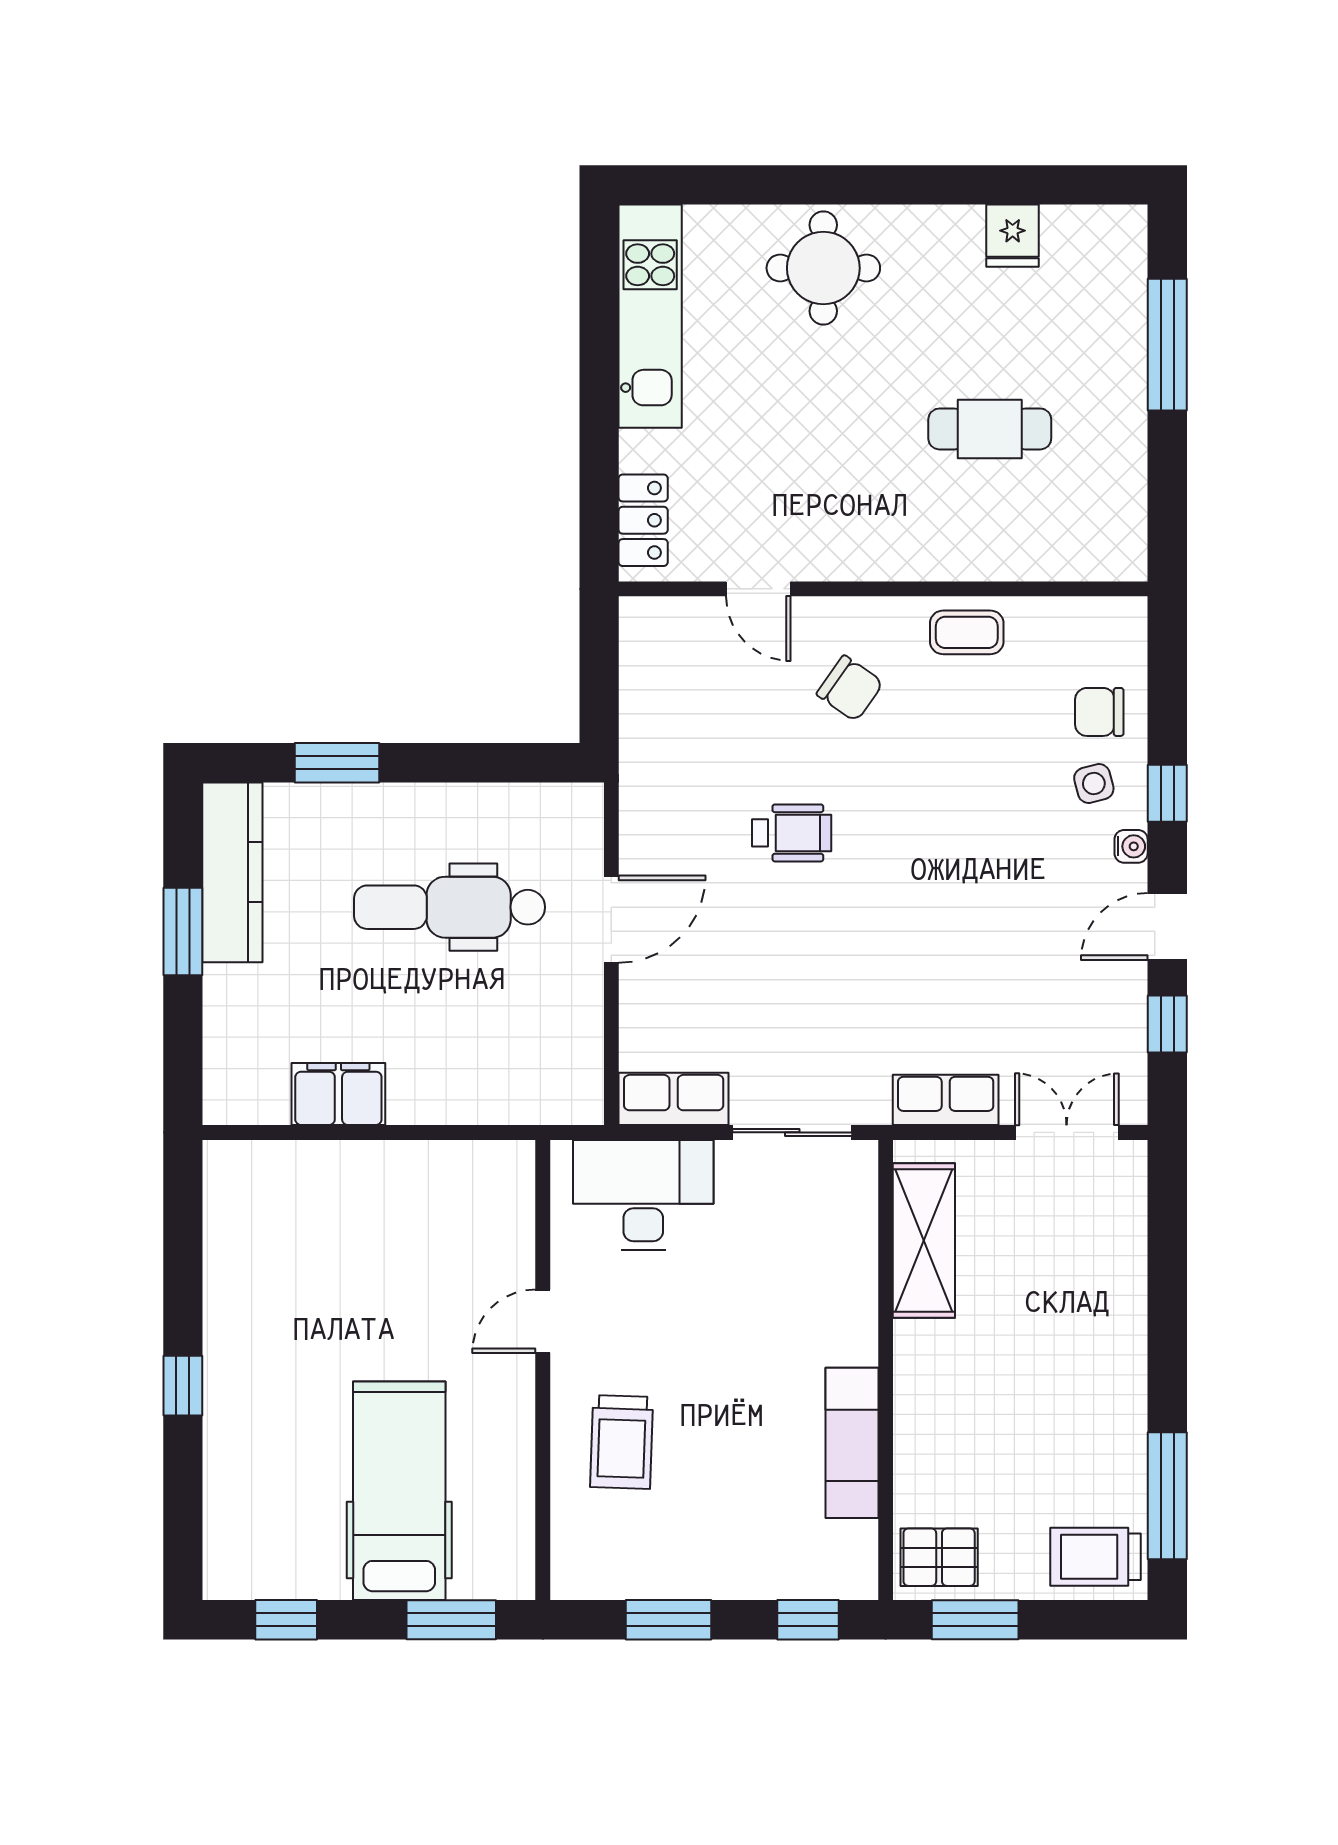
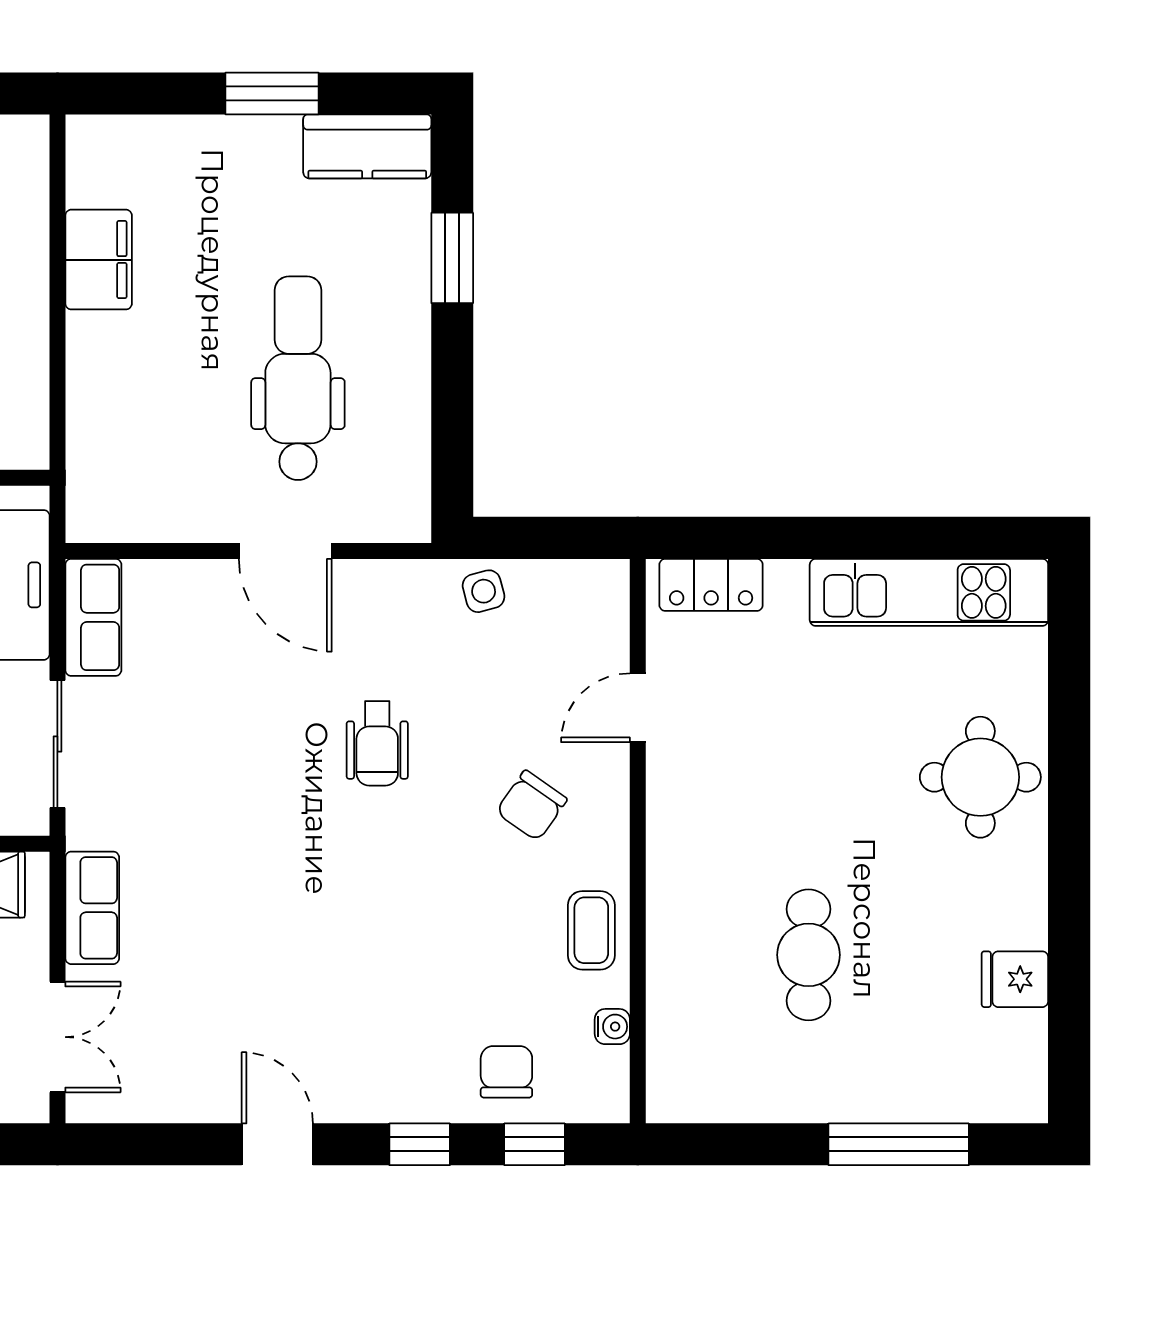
side table: (1094, 784) -> (484, 591), moved
water cooler: (1131, 846) -> (612, 1027), moved, turned -90
kitchen counter: (232, 872) -> (367, 146), width x0.67
window: (1167, 1024) -> (534, 1144), moved

